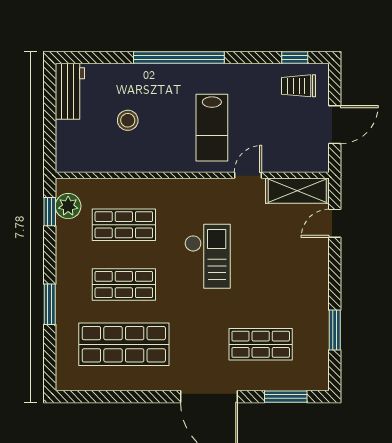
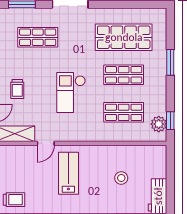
trolley: (293, 262) -> (17, 89), added

